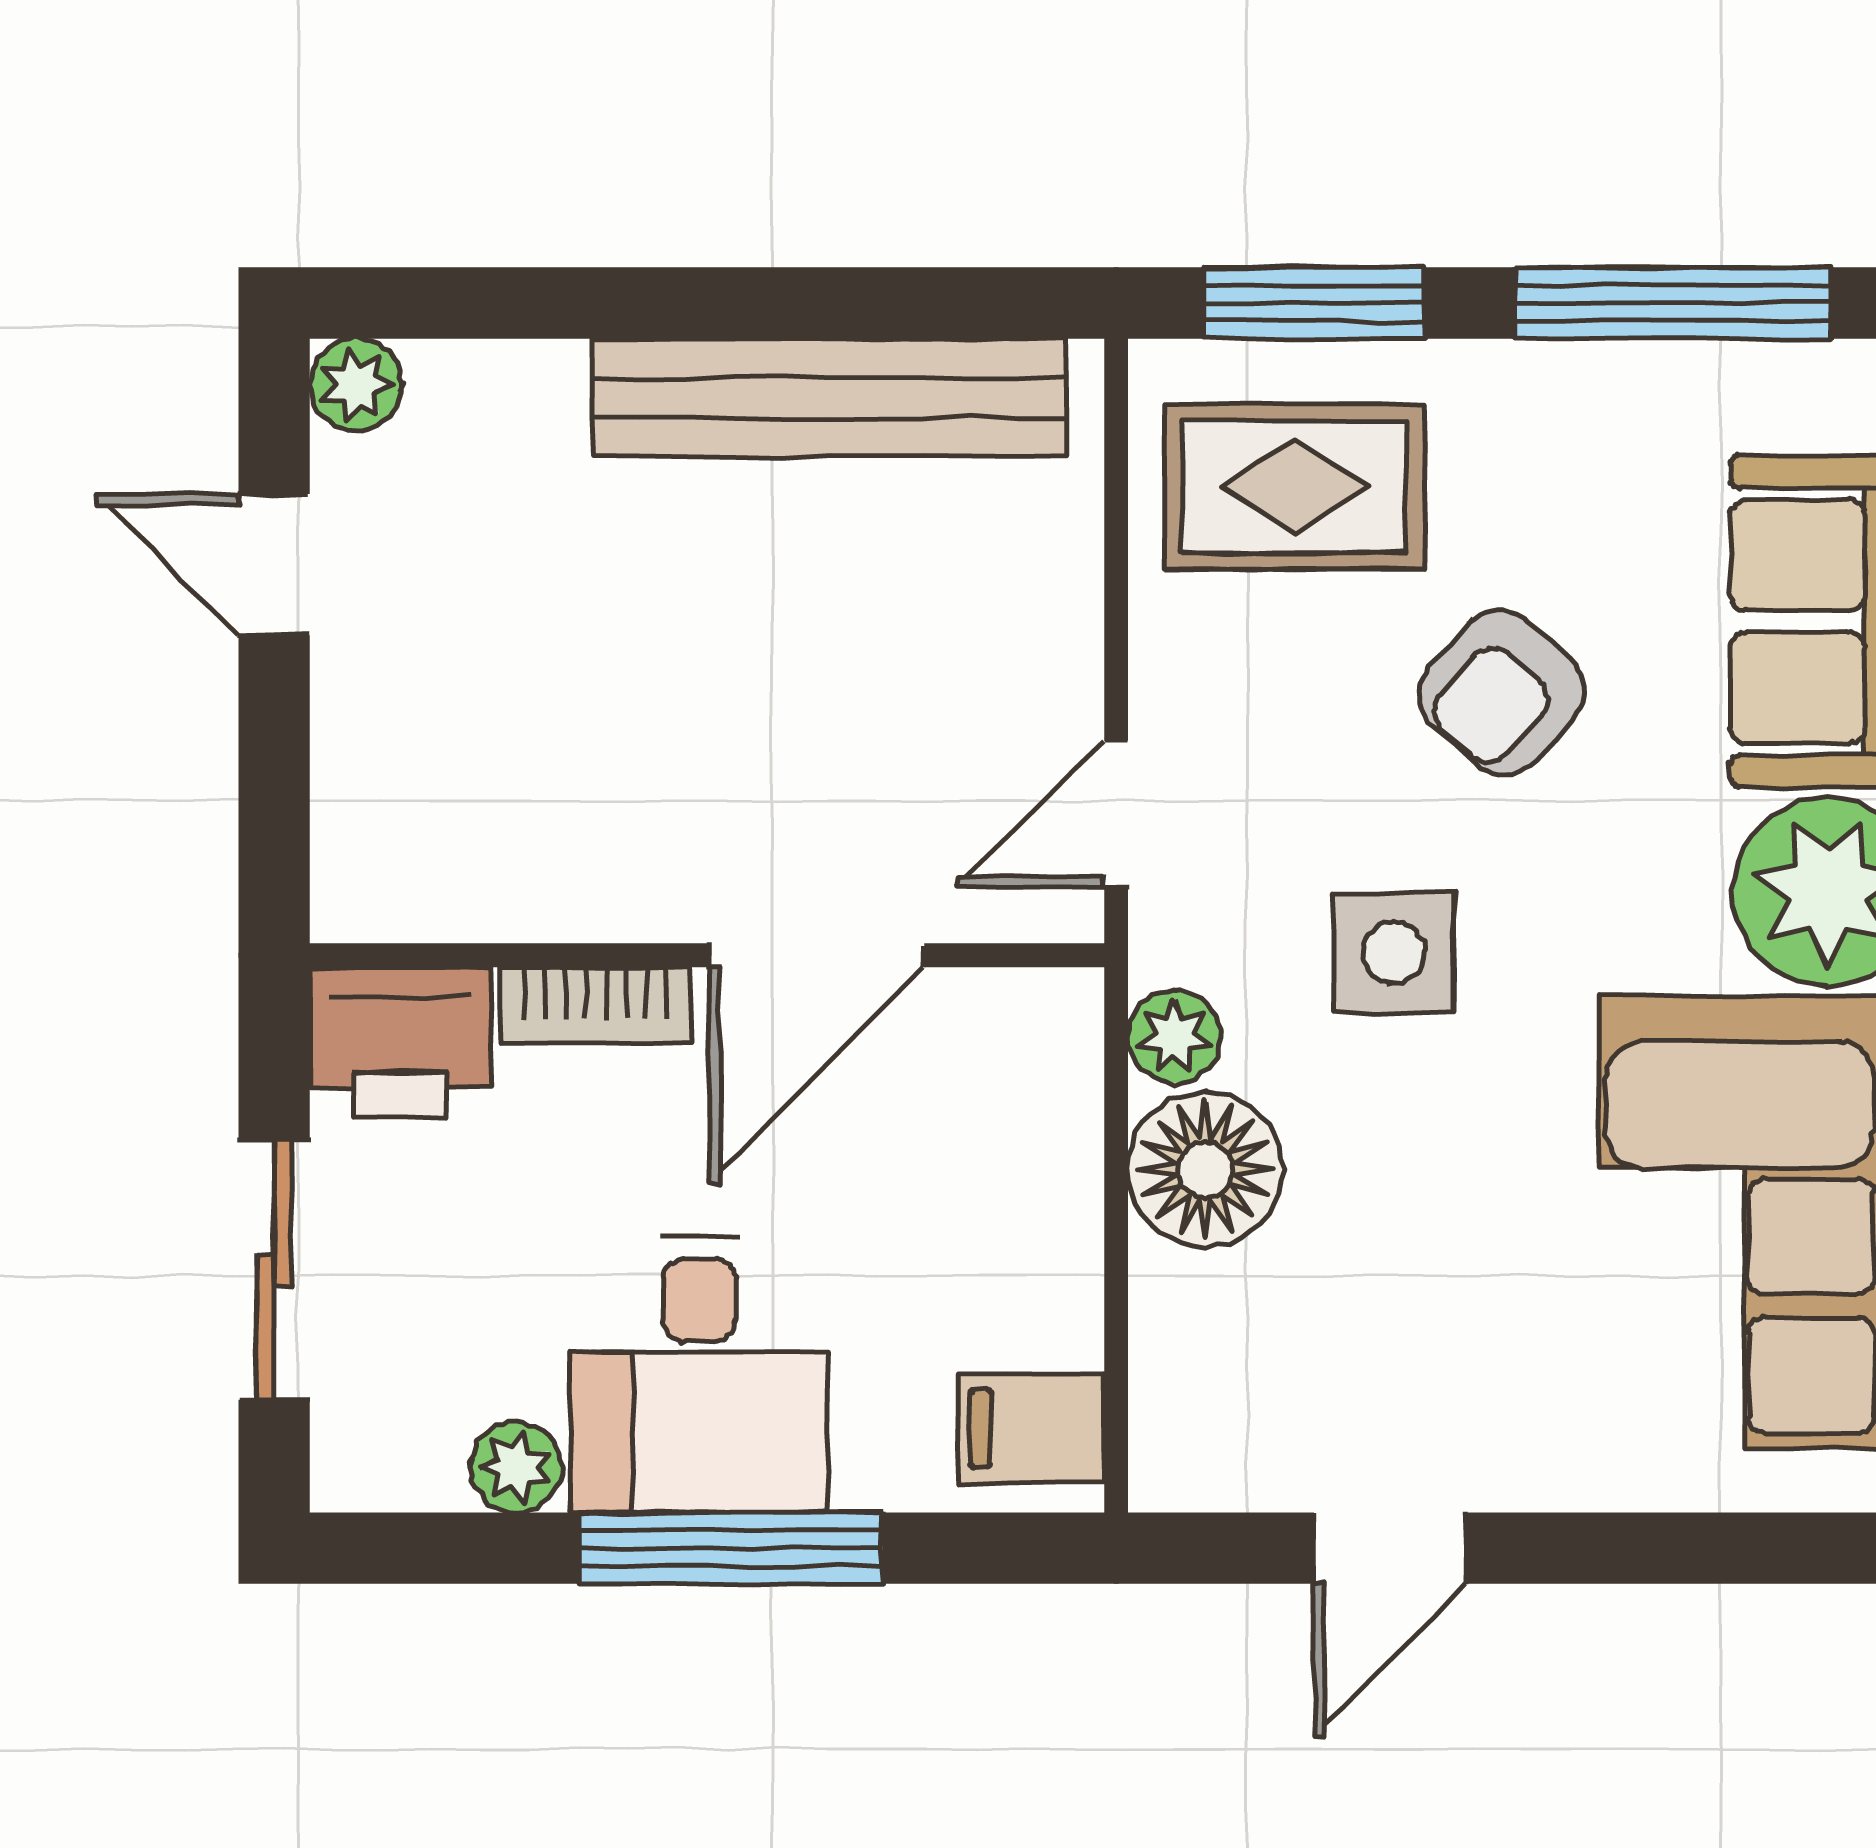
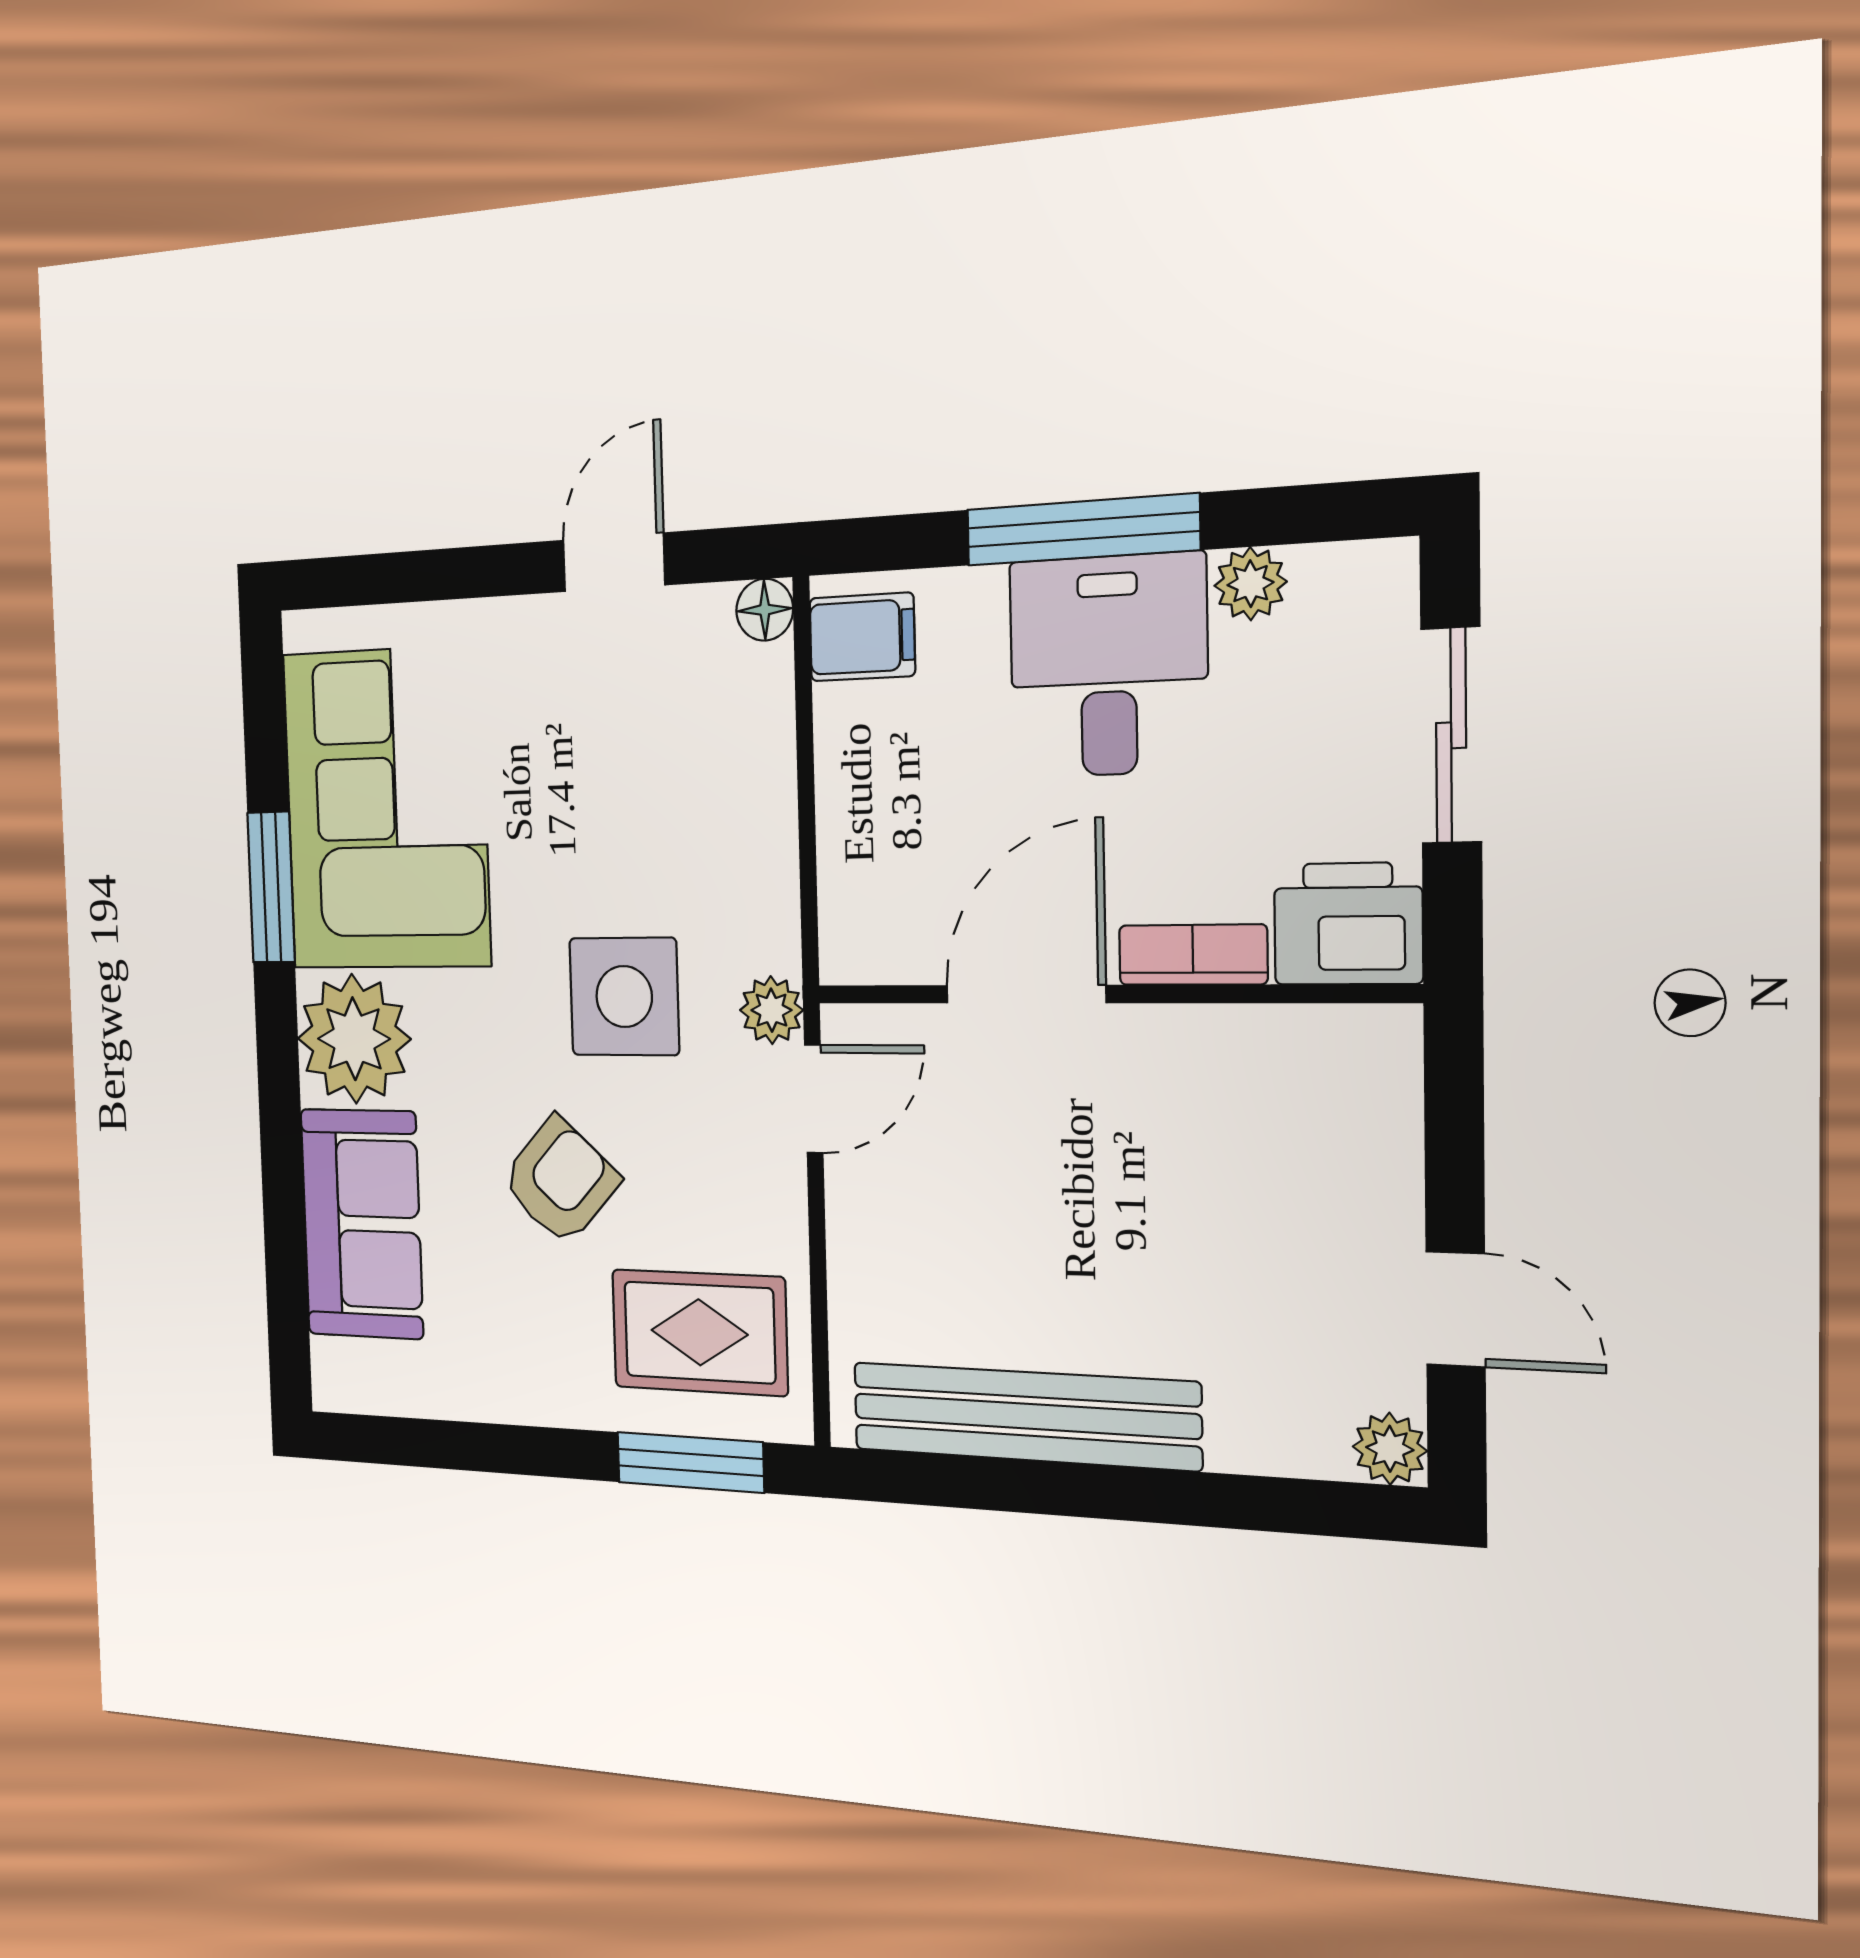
window: (1673, 303) -> (462, 1446), removed
side table: (1394, 953) -> (624, 997), width x1.37, depth x1.37
plant: (1174, 1037) -> (771, 1010), moved
floor lamp: (1205, 1170) -> (765, 610), moved, width x0.53, depth x0.53

